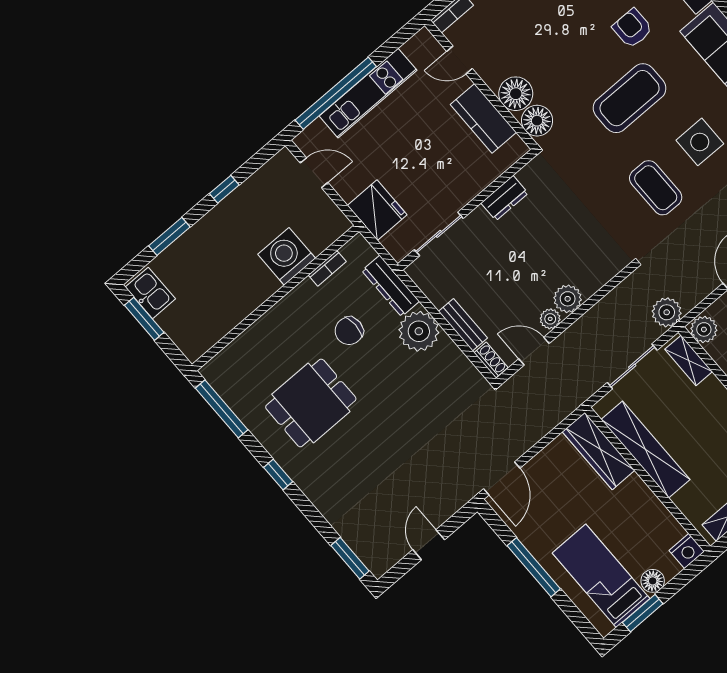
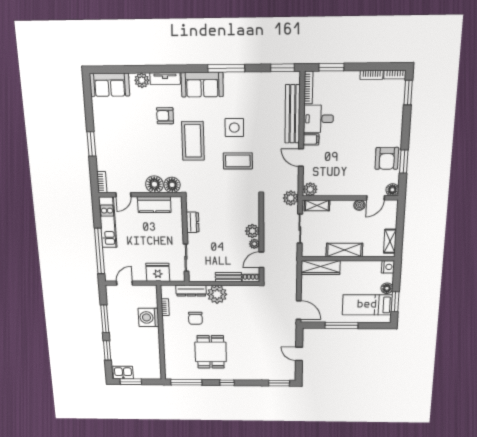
kitchen unit: (368, 93) -> (108, 222), moved
window: (224, 189) -> (105, 319), width x2.17
shelving: (646, 450) -> (344, 250), width x0.68

